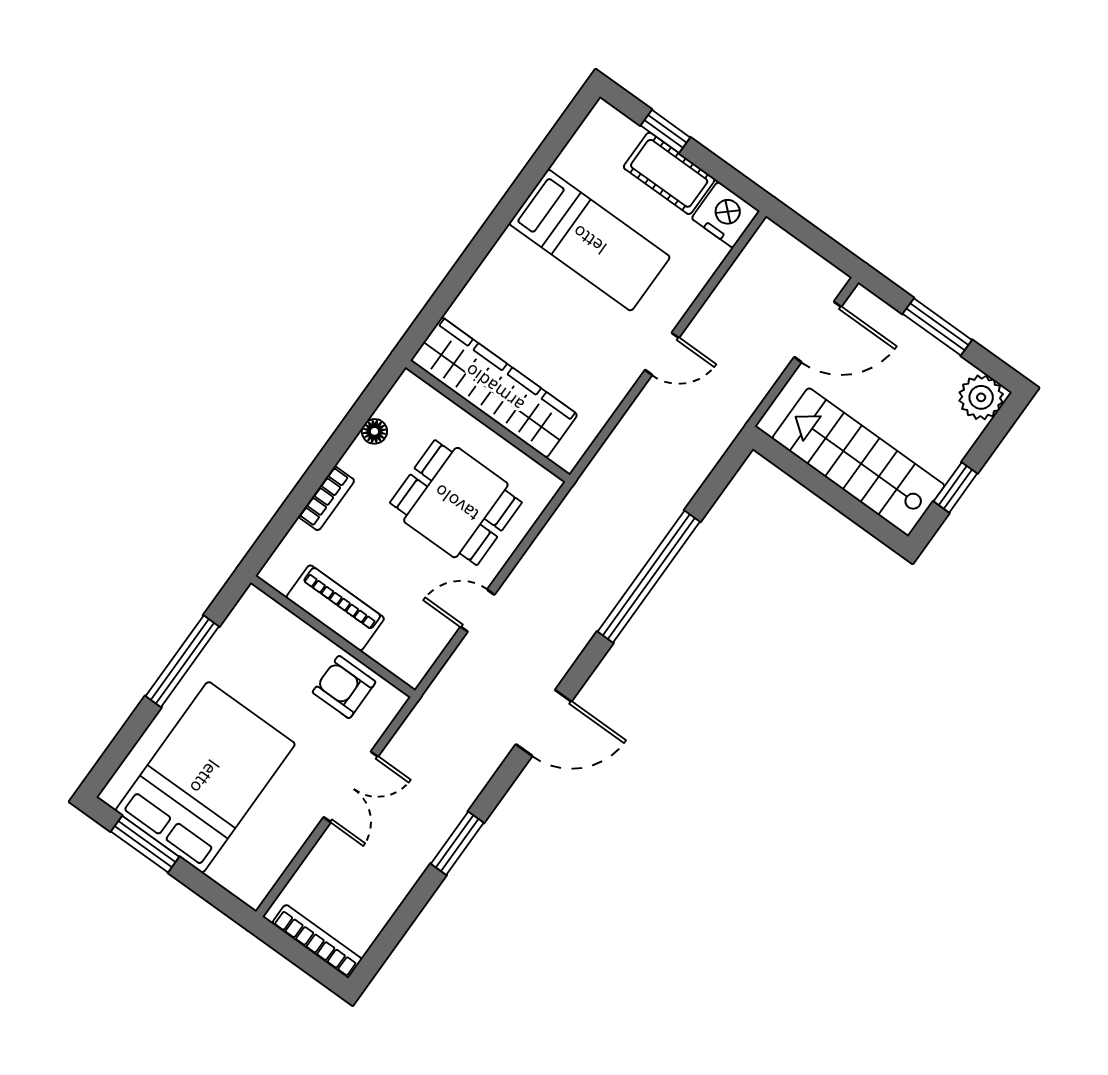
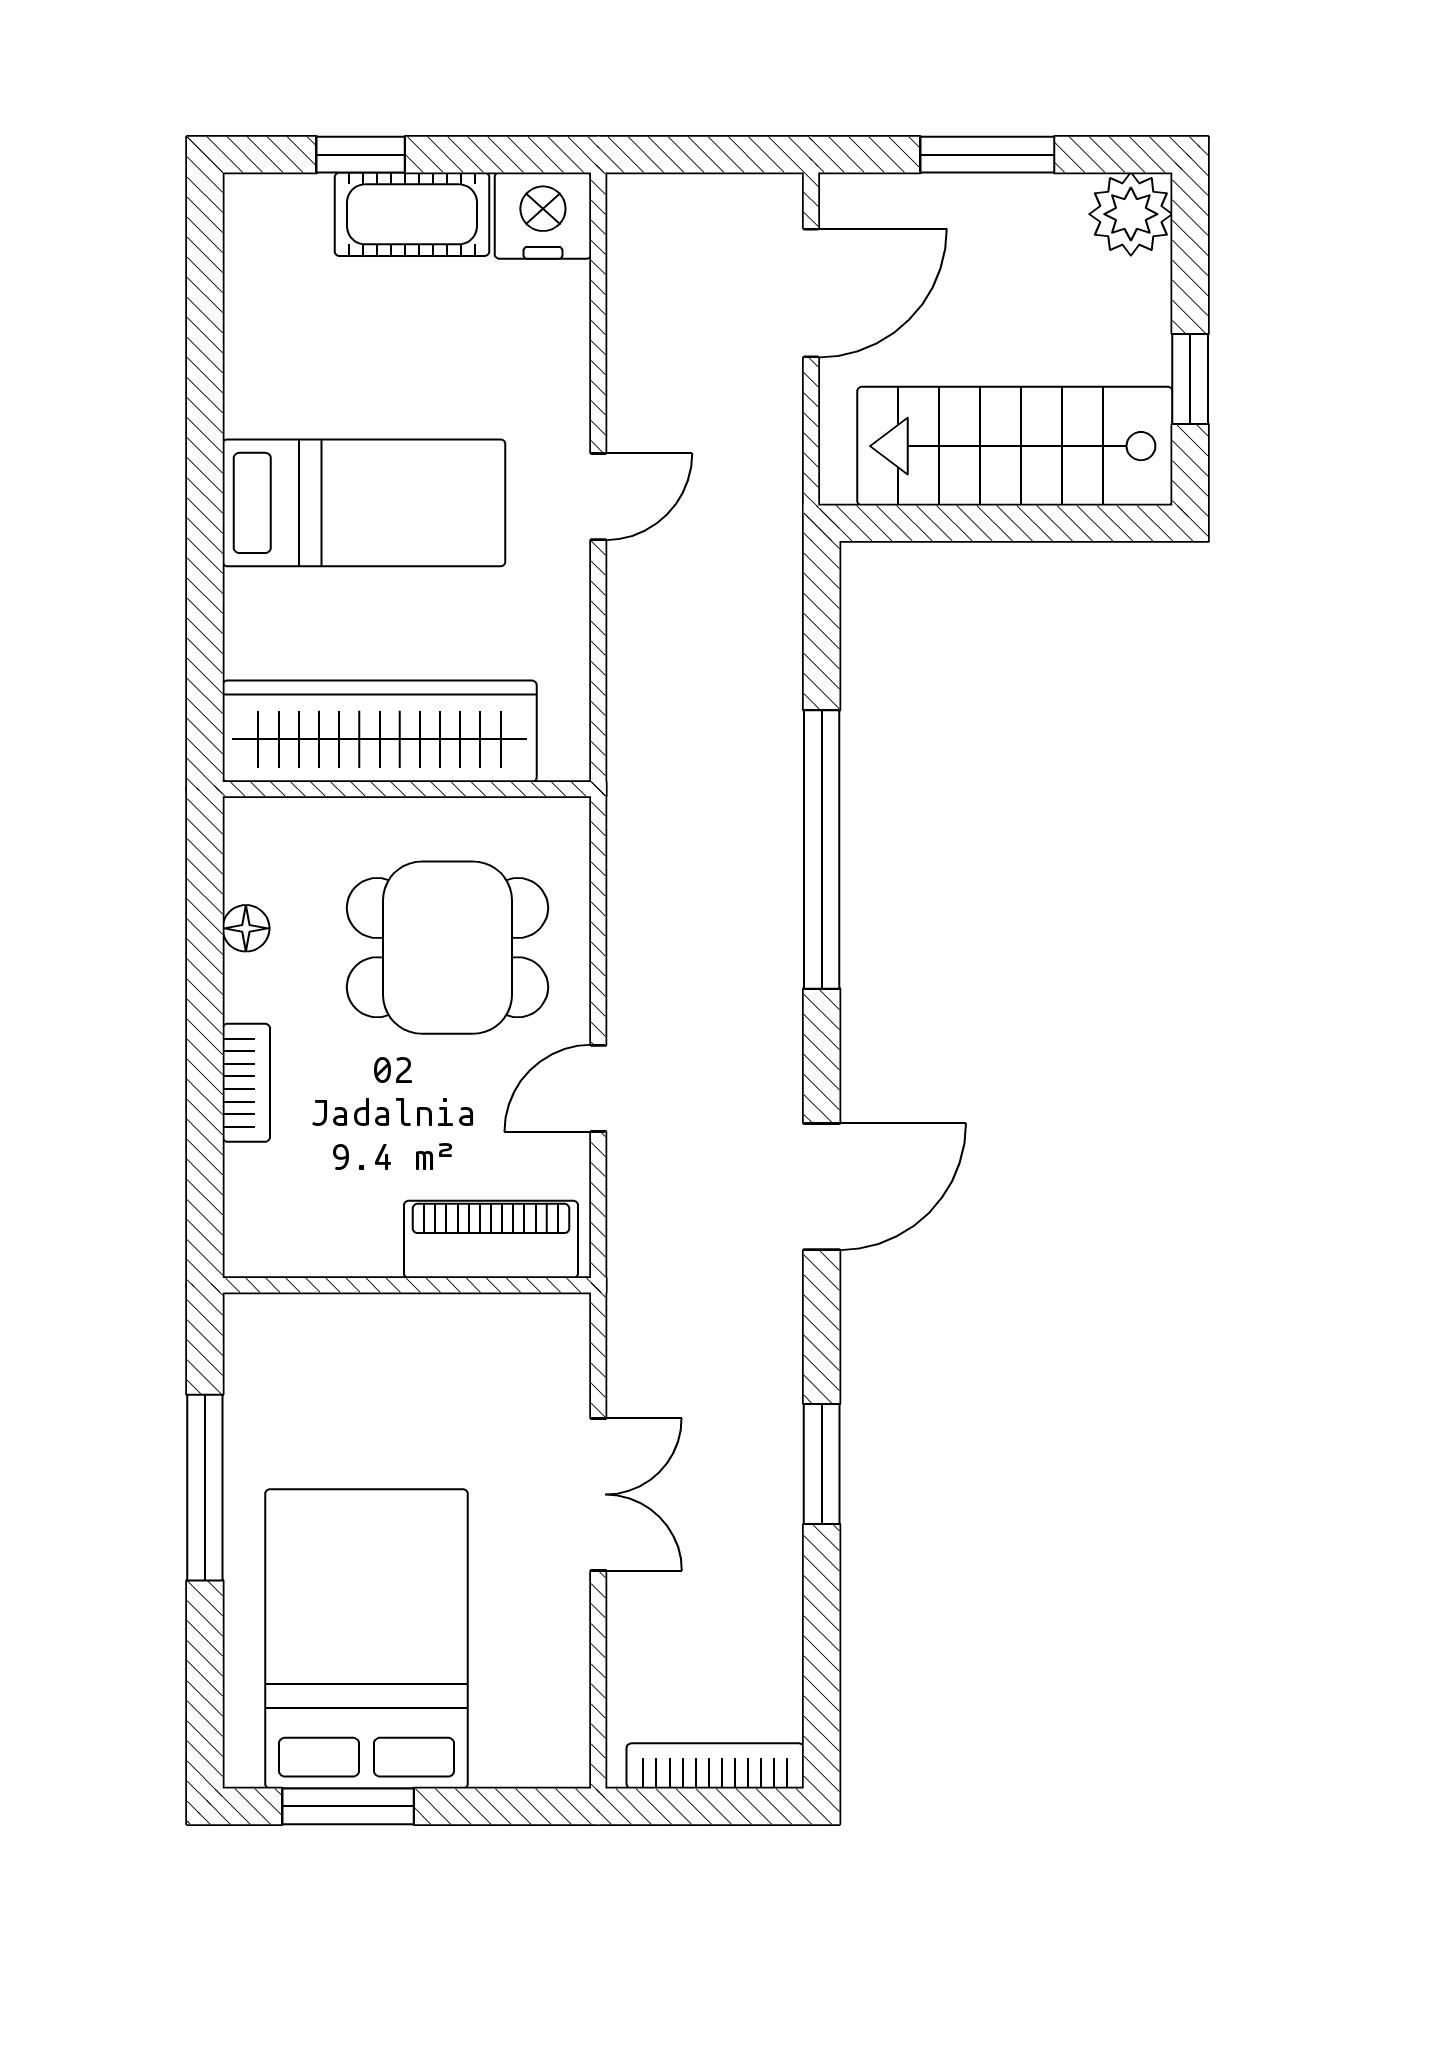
bed: (589, 240) -> (364, 503), moved
piano: (335, 608) -> (491, 1239), moved
armchair: (344, 687) -> (479, 1350), removed

